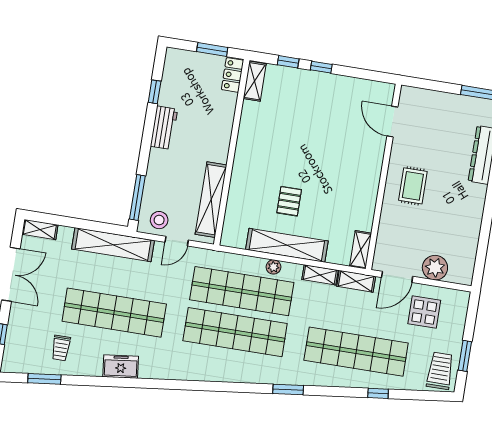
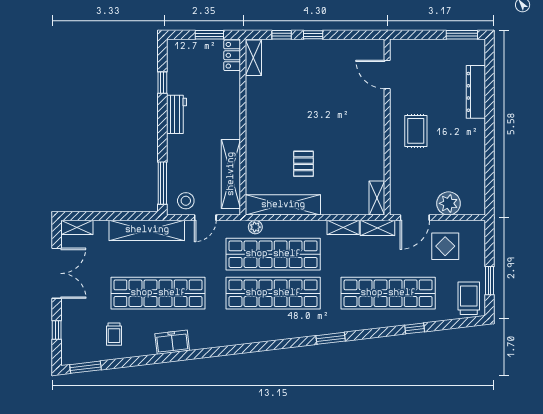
shelving: (287, 245) -> (283, 205), moved
plant: (273, 267) -> (255, 227), moved
window: (44, 379) -> (86, 367), moved

